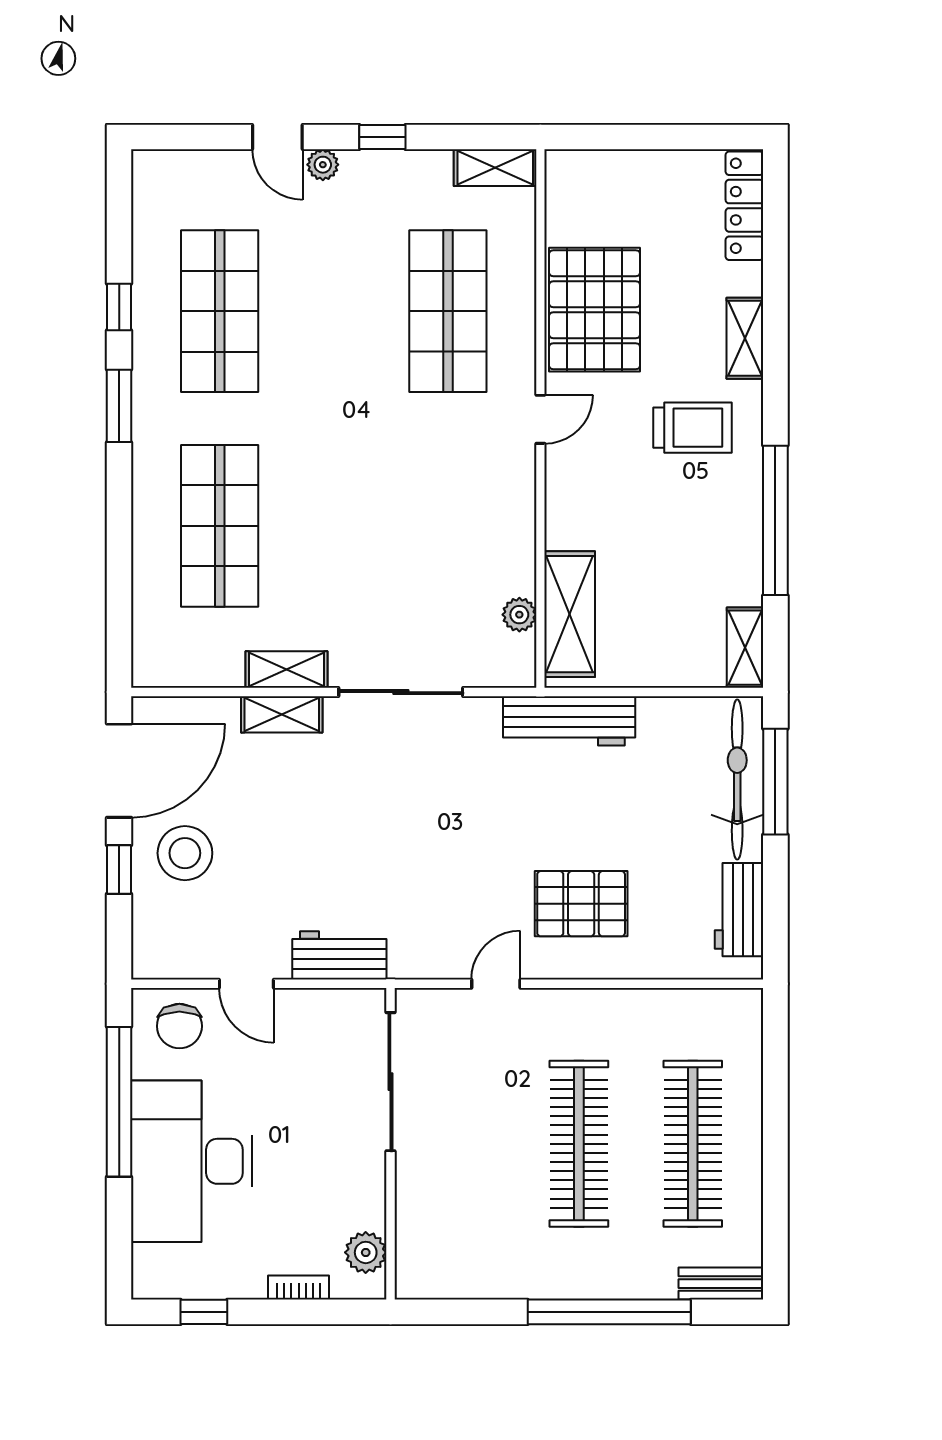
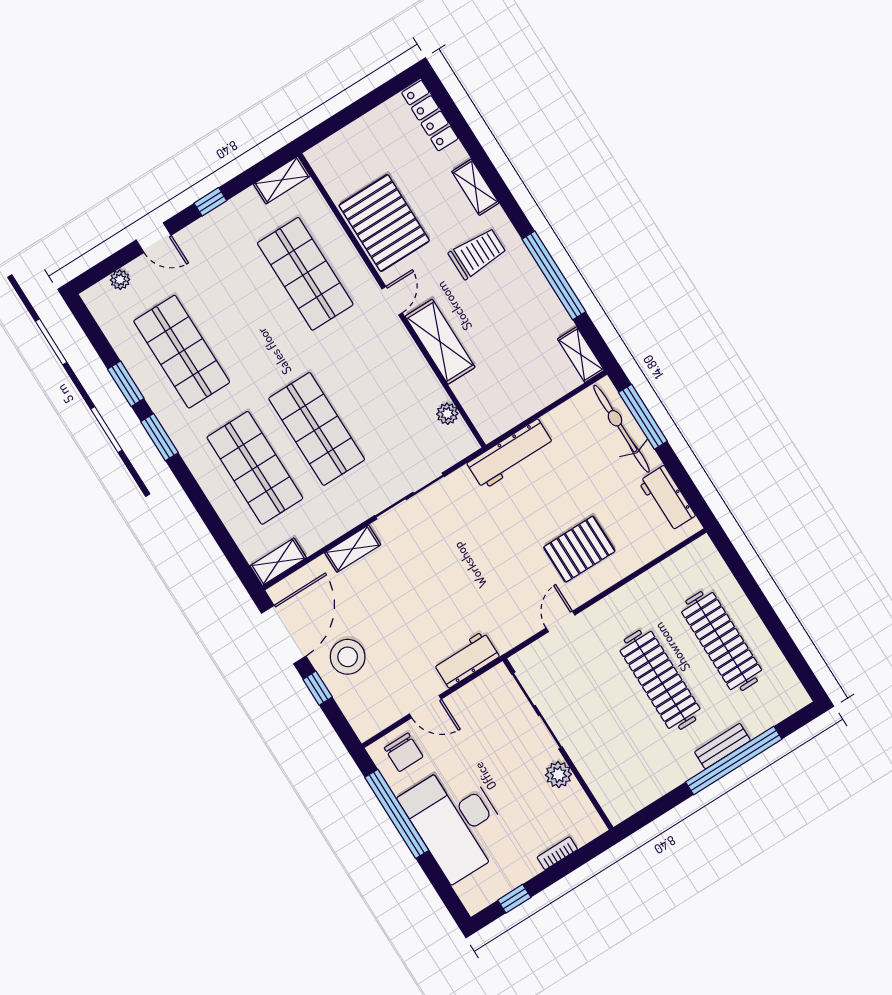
plant: (323, 165) -> (120, 280), moved
window: (119, 307) -> (126, 384), width x1.50
shop shelf: (334, 526) -> (317, 429), added
shelving: (570, 614) -> (440, 342), moved
shelving: (287, 670) -> (278, 562), moved
plant: (366, 1252) -> (558, 775), moved
bench: (721, 1284) -> (723, 746), moved

